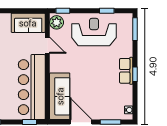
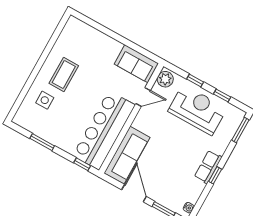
window: (63, 11) -> (195, 80), moved
door: (47, 45) -> (143, 97), hinge flipped

